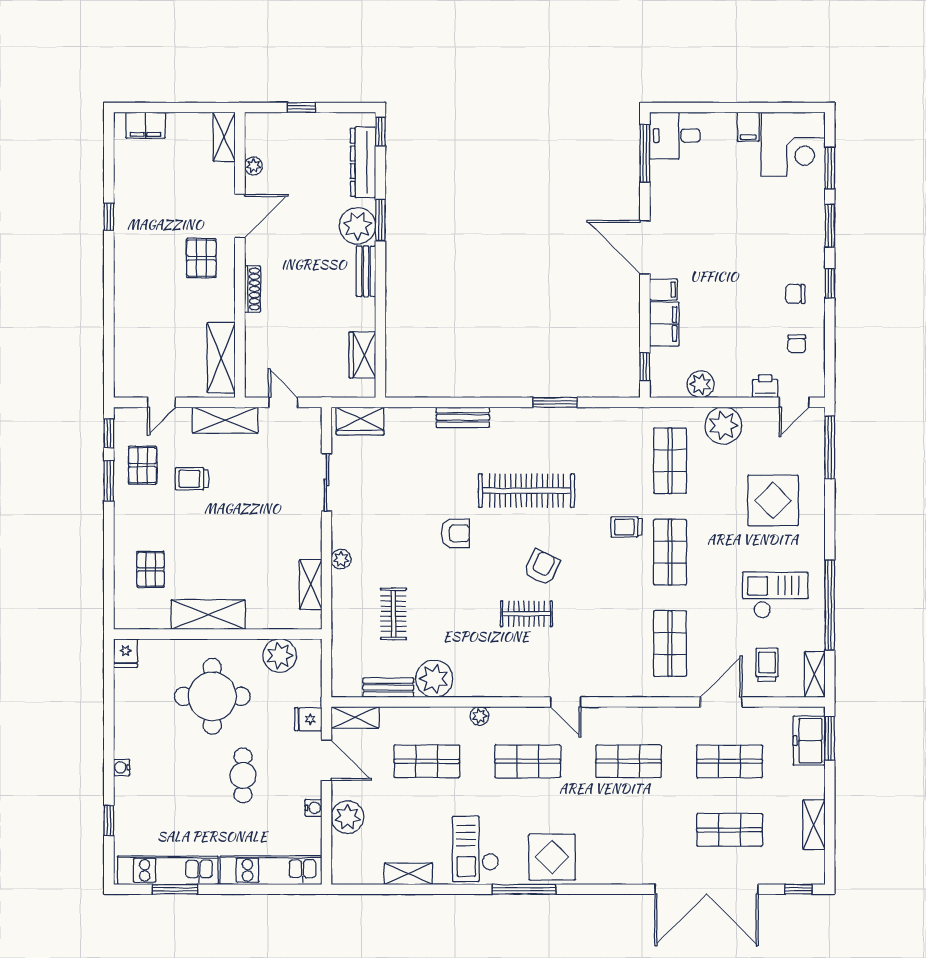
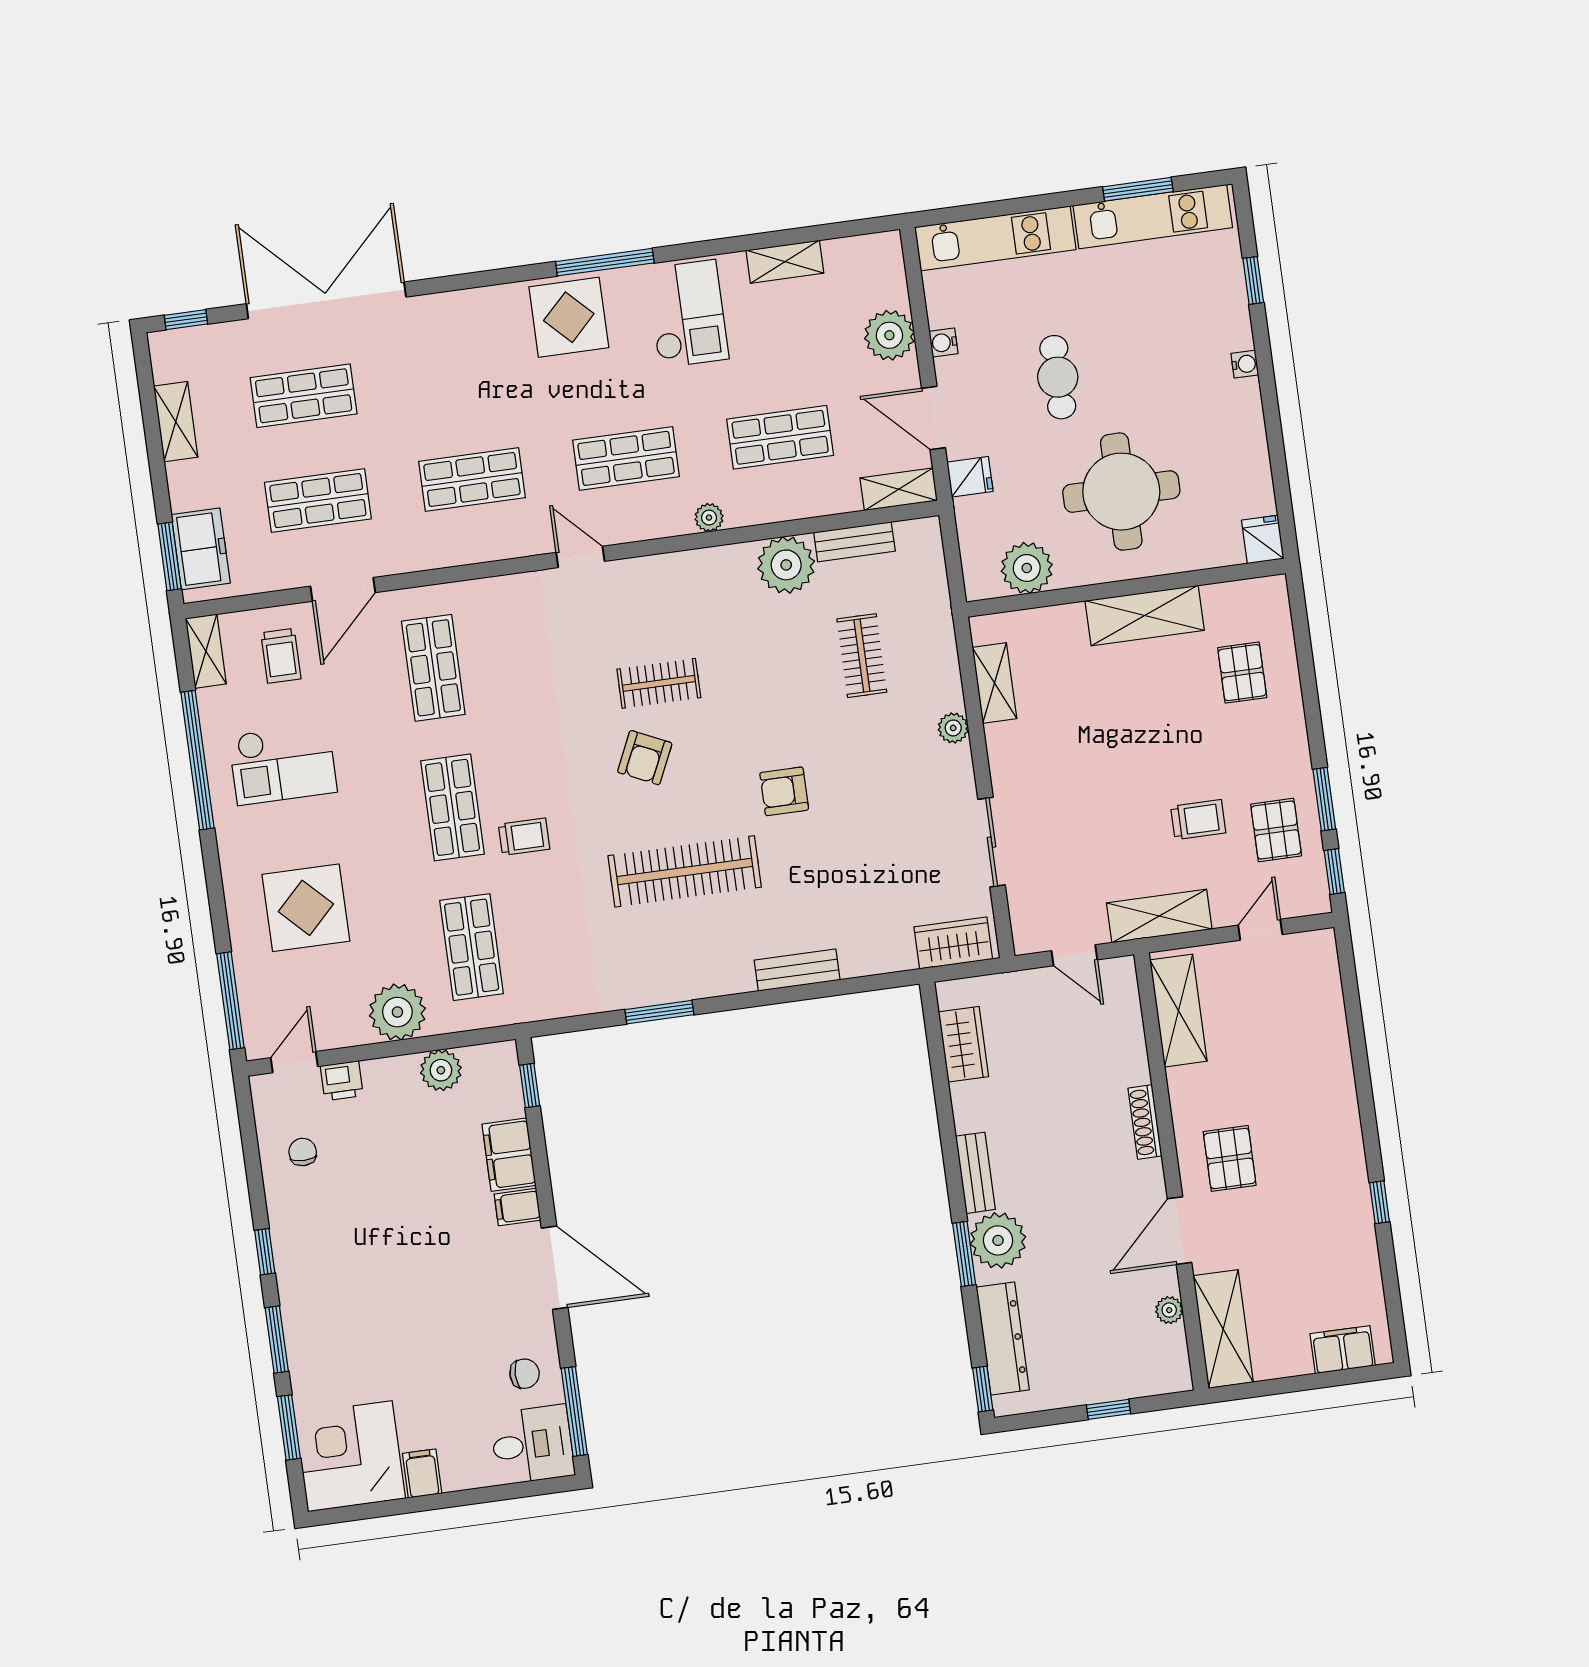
shelving: (224, 137) -> (1223, 1329), width x1.50, depth x1.33
chair: (795, 294) -> (525, 1374), moved

